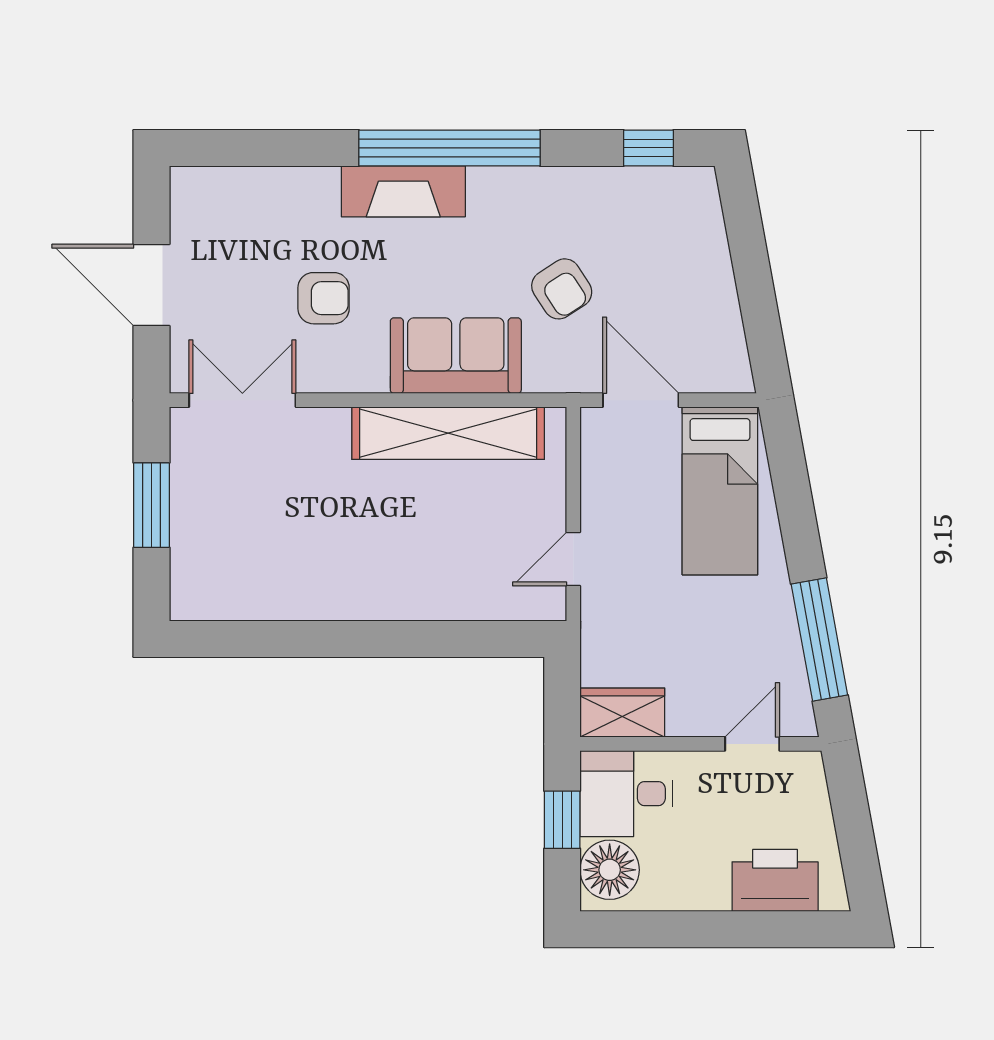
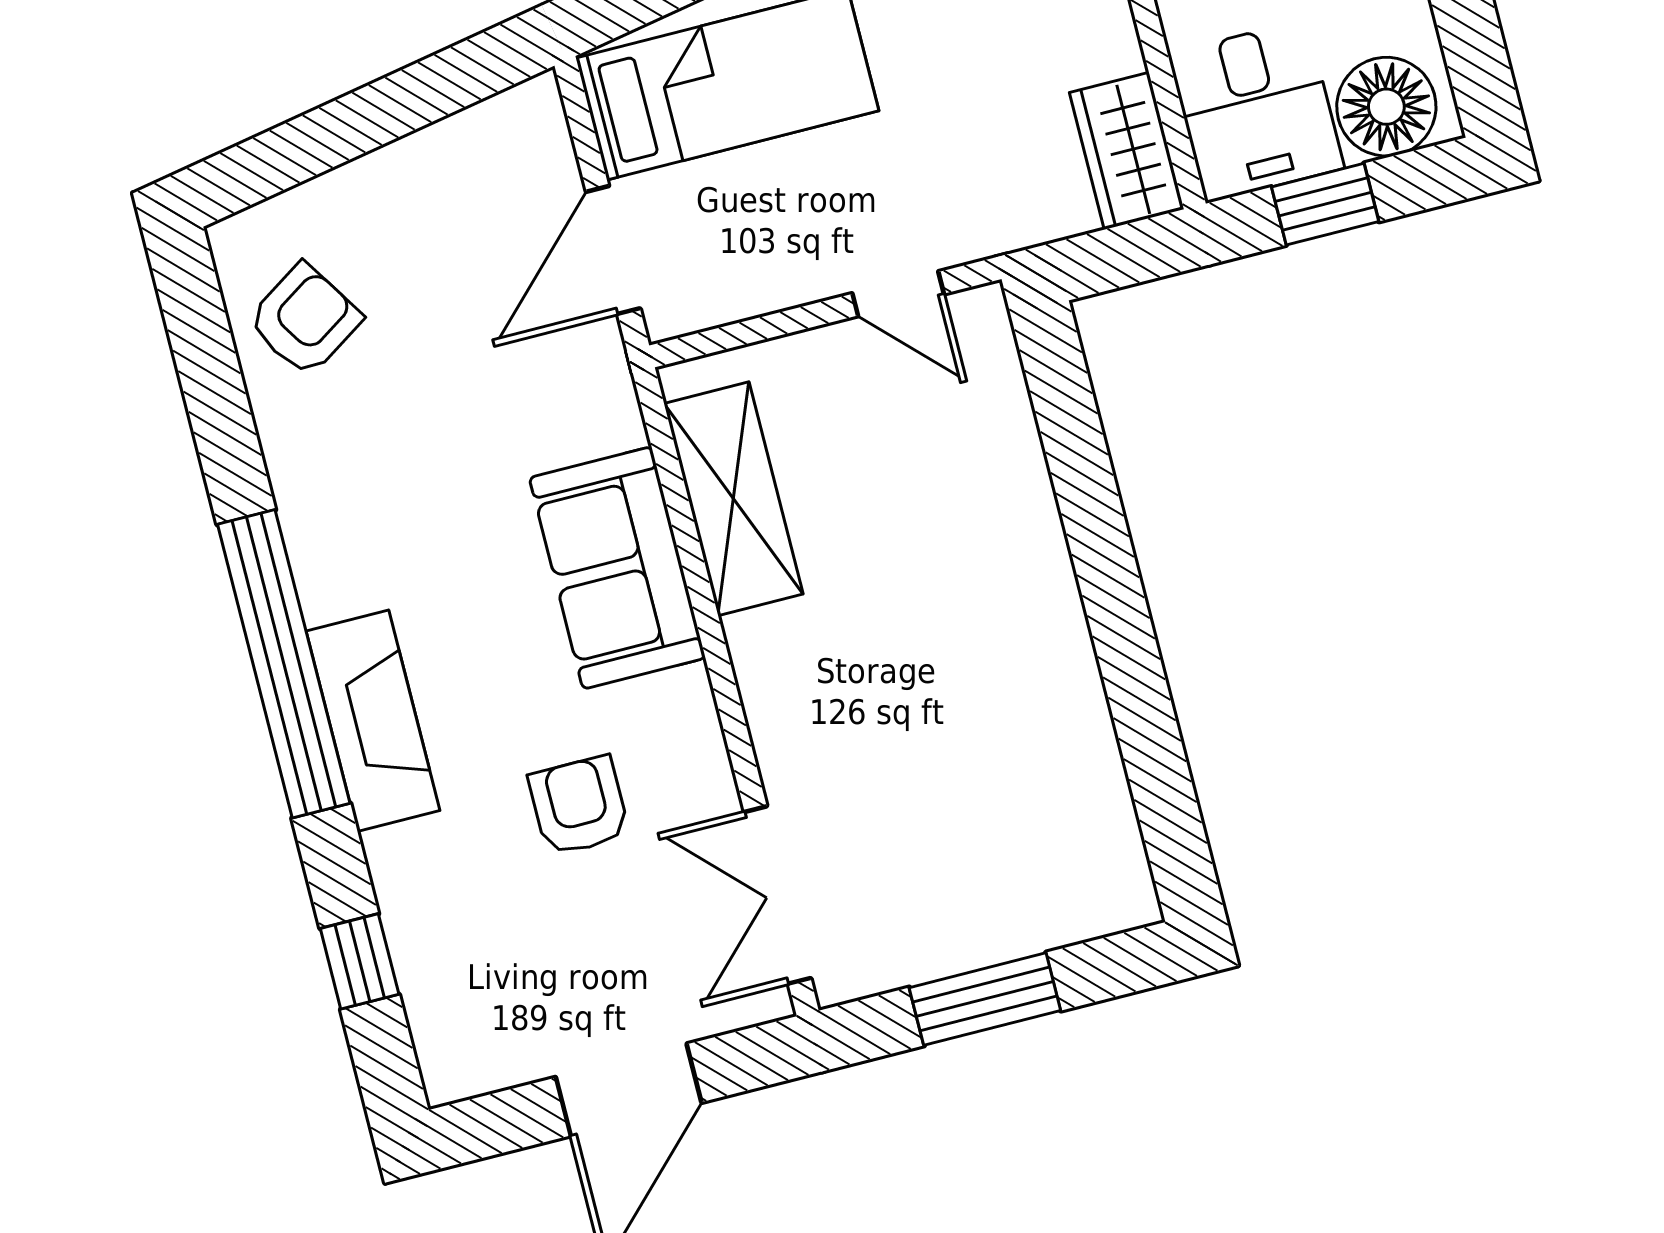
window: (648, 148) -> (360, 961), moved
armchair: (562, 289) -> (305, 320), moved
shelving: (448, 433) -> (733, 499), width x0.68

